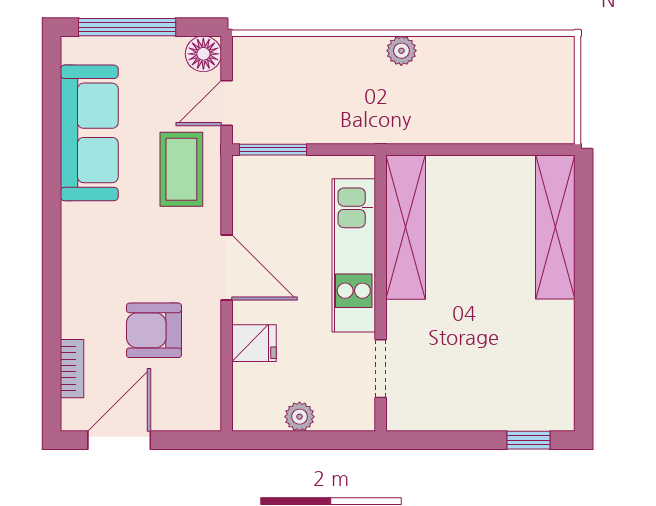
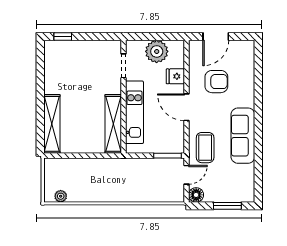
window: (127, 27) -> (227, 206), width x0.69
plant: (401, 51) -> (61, 196), moved
sofa: (89, 133) -> (243, 136), moved
bookcase: (72, 369) -> (250, 66), removed
plant: (300, 417) -> (157, 51), width x1.88, depth x1.88
door: (119, 440) -> (216, 37), moved

